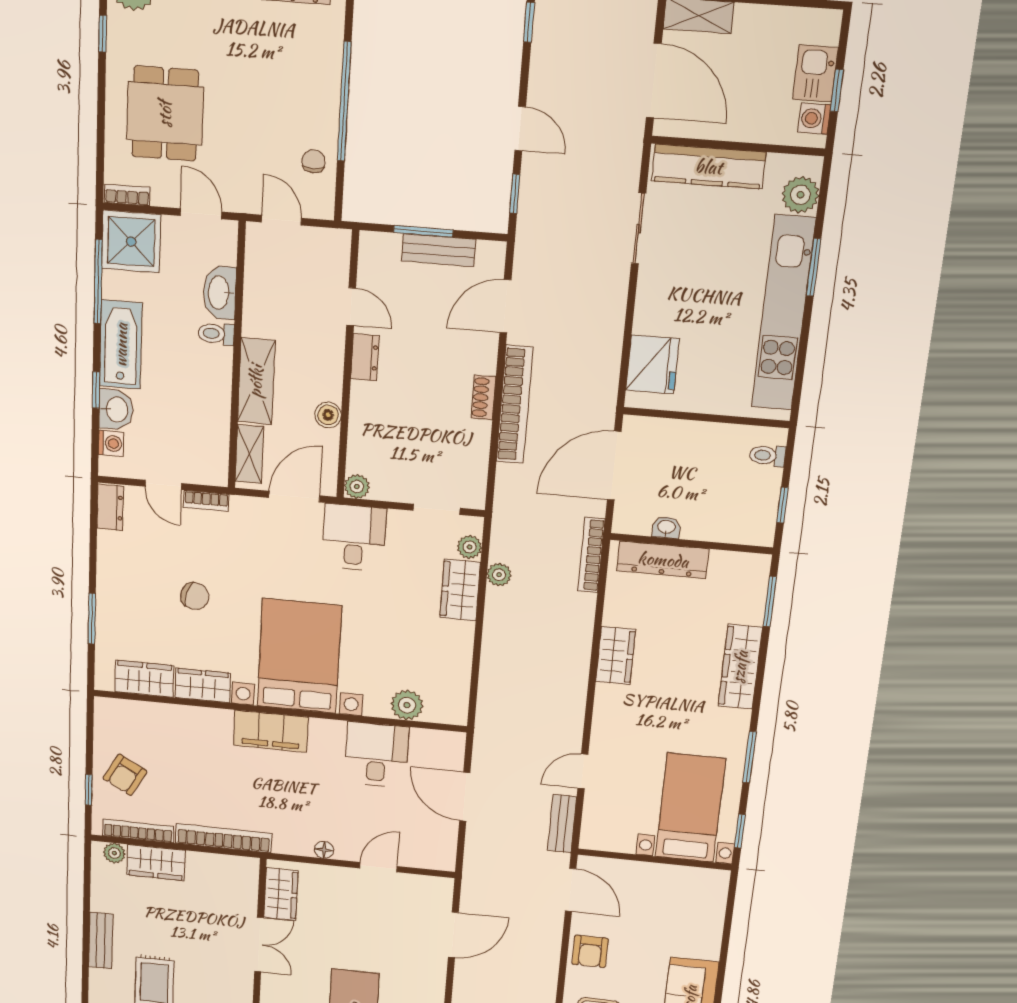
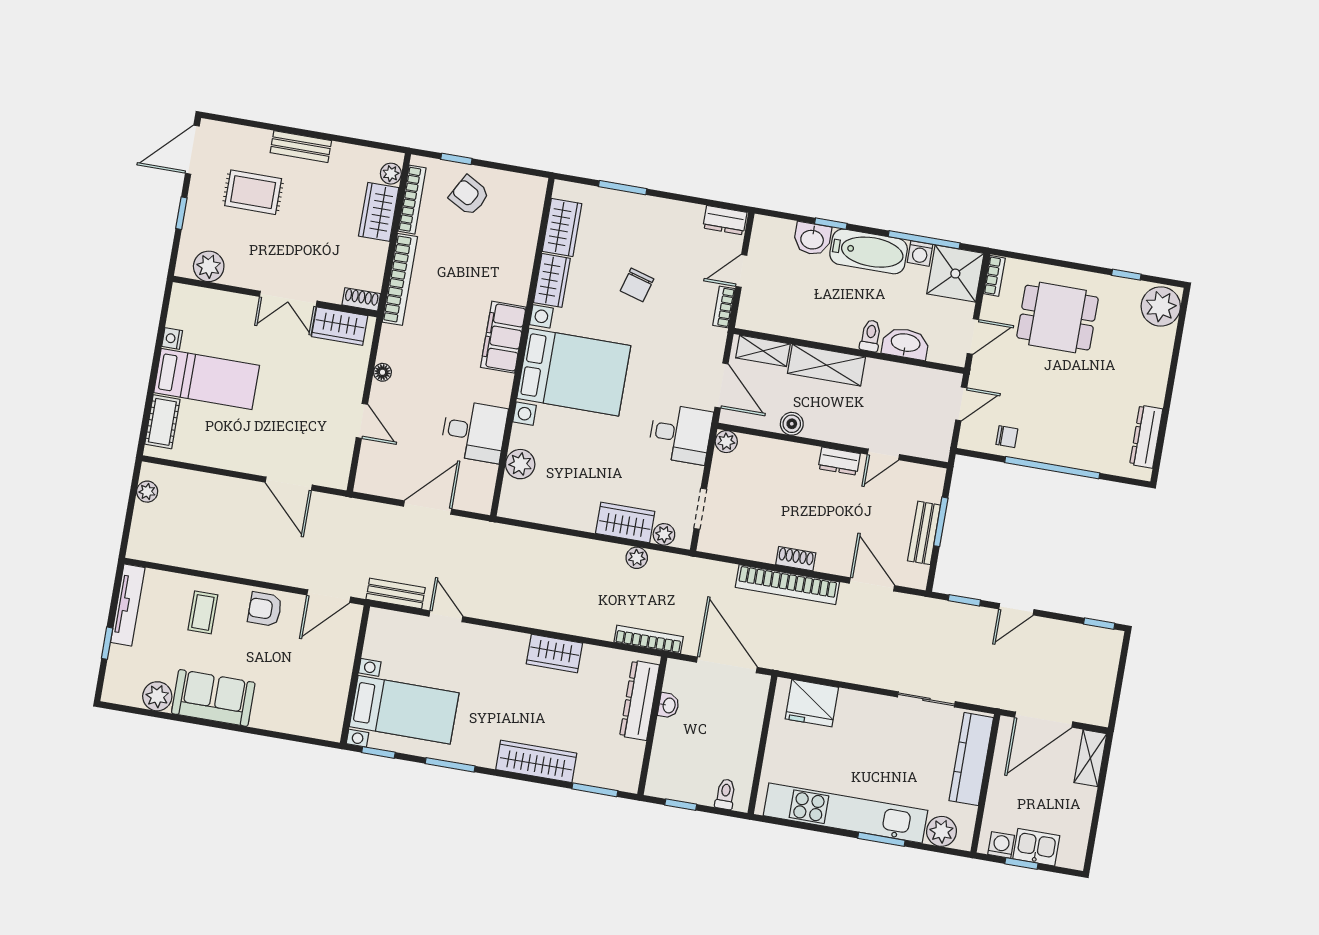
washing machine: (111, 443) -> (920, 253), moved
shoe rack: (250, 875) -> (361, 299), added

